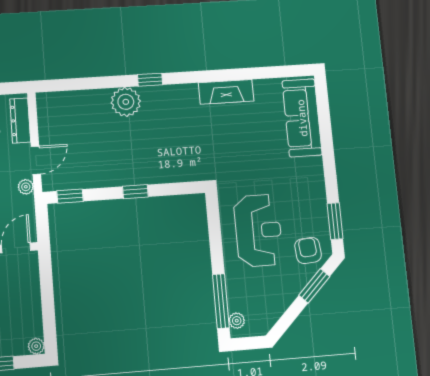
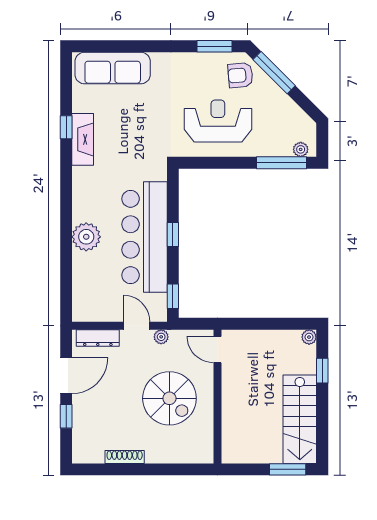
window: (150, 80) -> (66, 127), moved
bar counter: (130, 162) -> (145, 237), added
window: (314, 286) -> (274, 73), width x1.44

